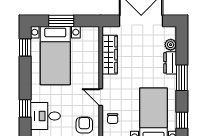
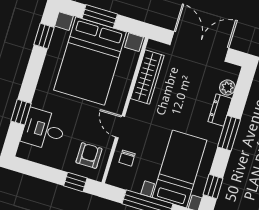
bed with nightstands: (55, 56) -> (90, 61), width x1.36

